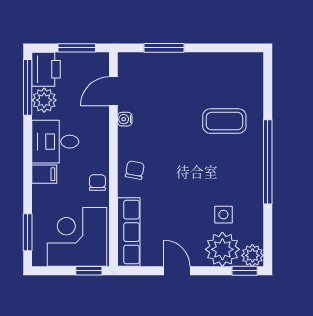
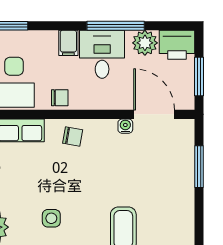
window: (28, 87) -> (116, 26), moved
door: (113, 91) -> (154, 114), width x1.38
side table: (223, 215) -> (51, 218), moved

